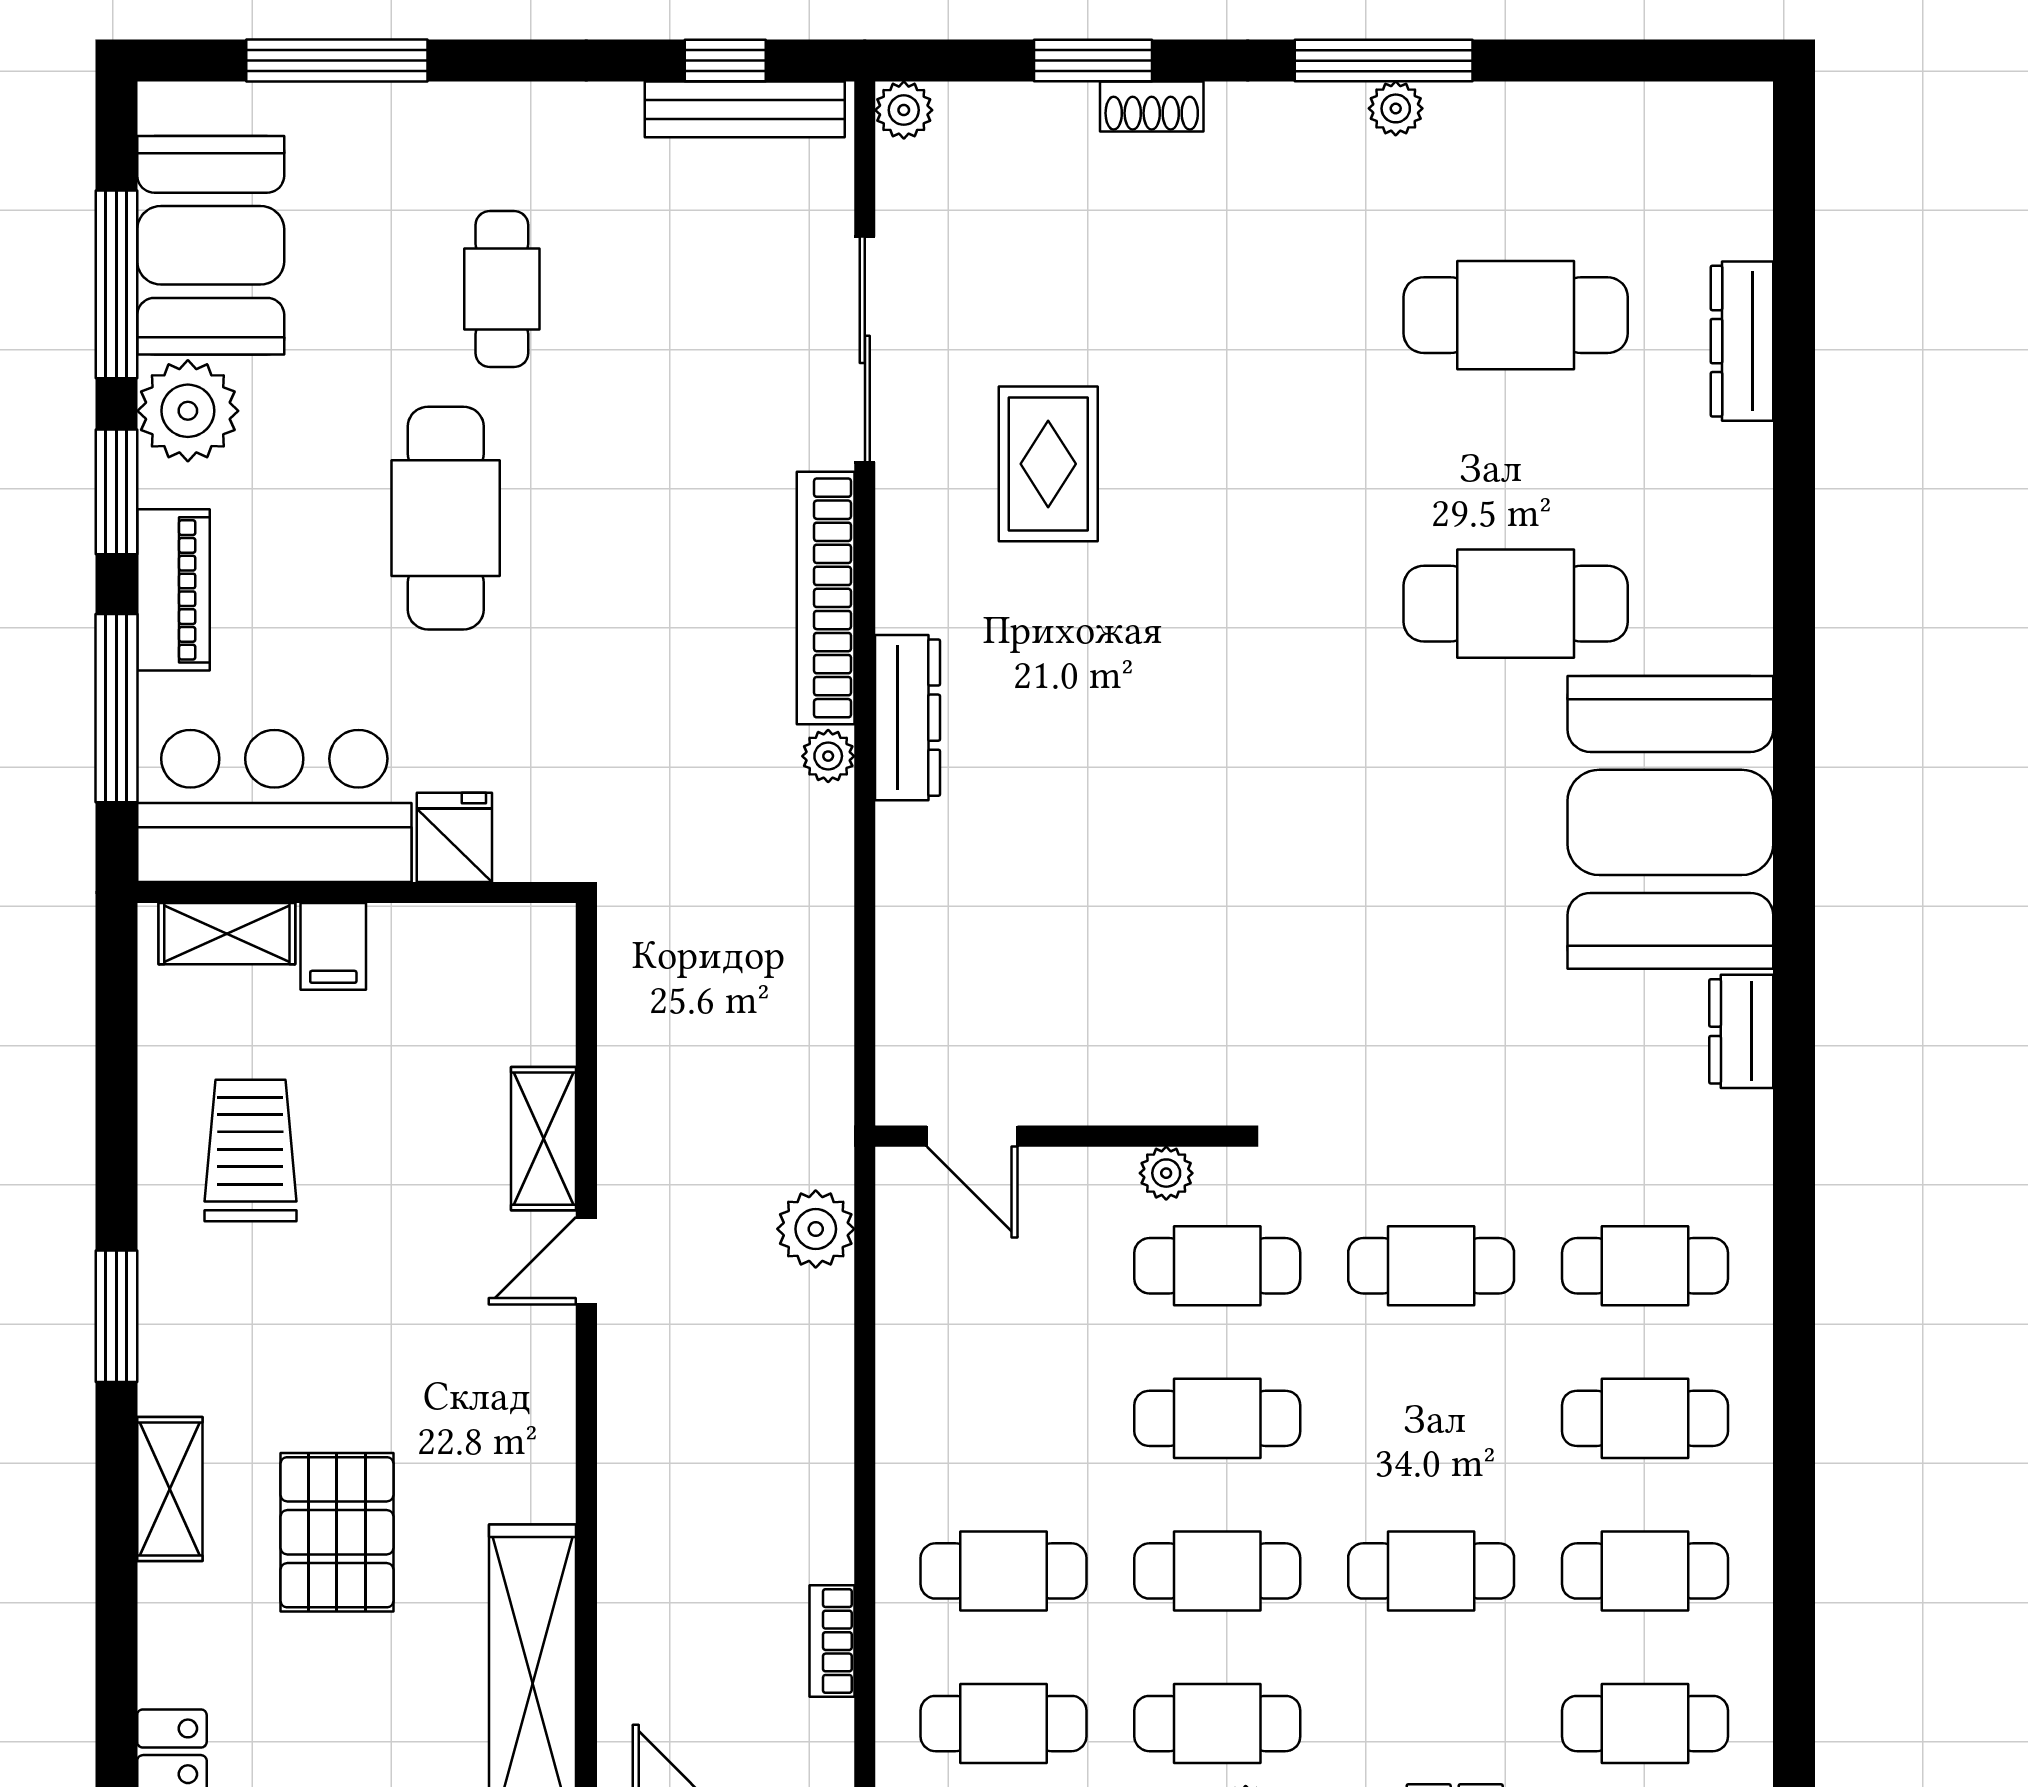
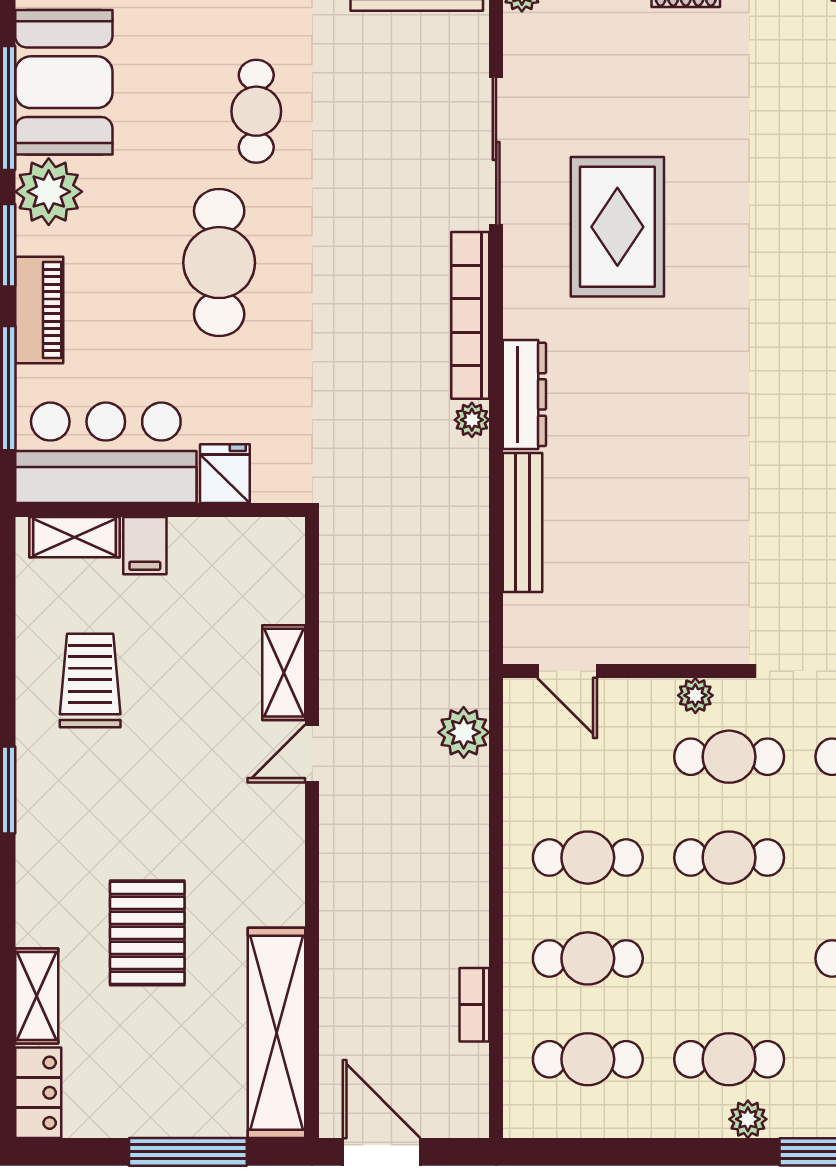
rug: (1048, 464) -> (617, 227), width x1.36, depth x1.43
bench: (905, 911) -> (523, 522), added
shelving: (170, 1489) -> (37, 996), moved
cafe table: (1217, 1571) -> (588, 858), moved

